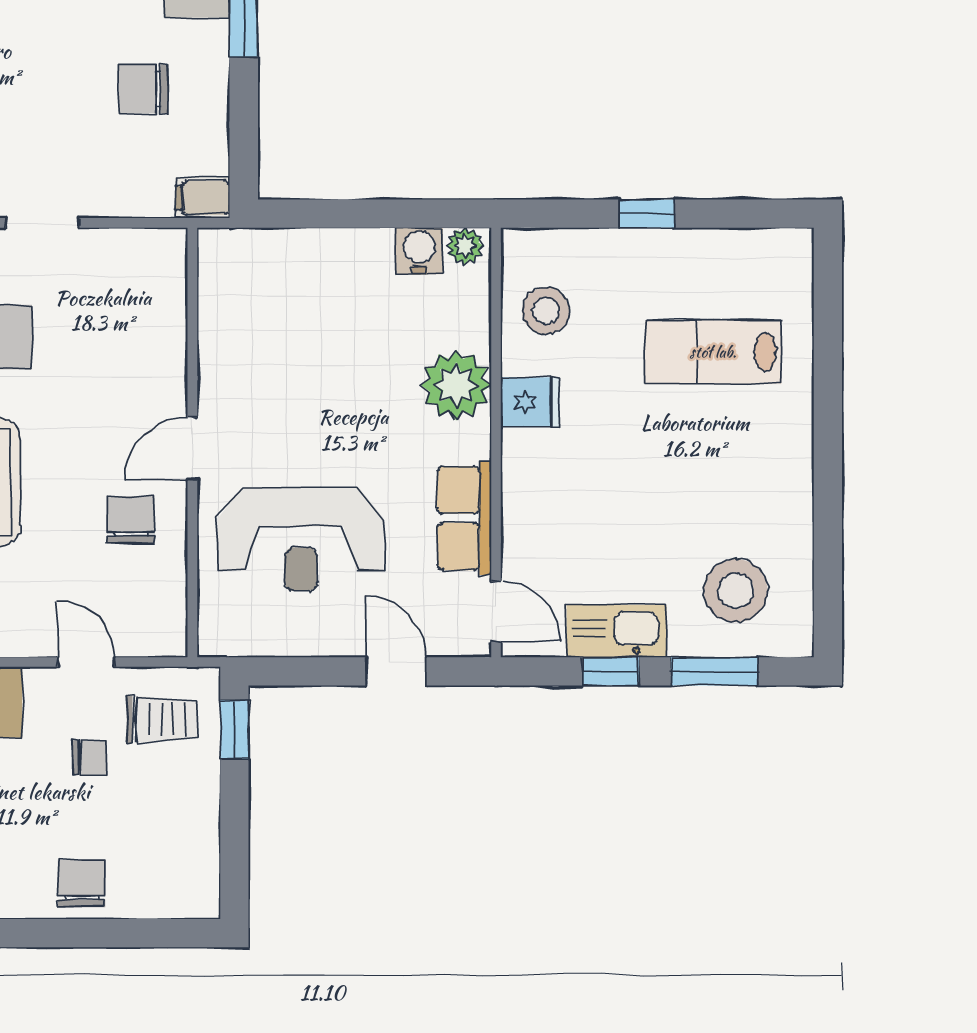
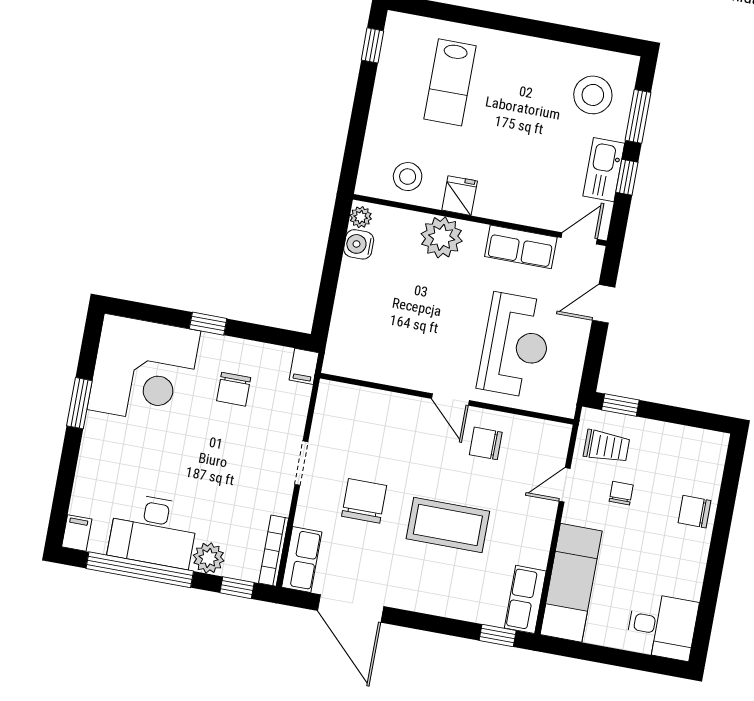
window: (647, 214) -> (372, 45), moved
trolley: (162, 719) -> (607, 446), turned 90

